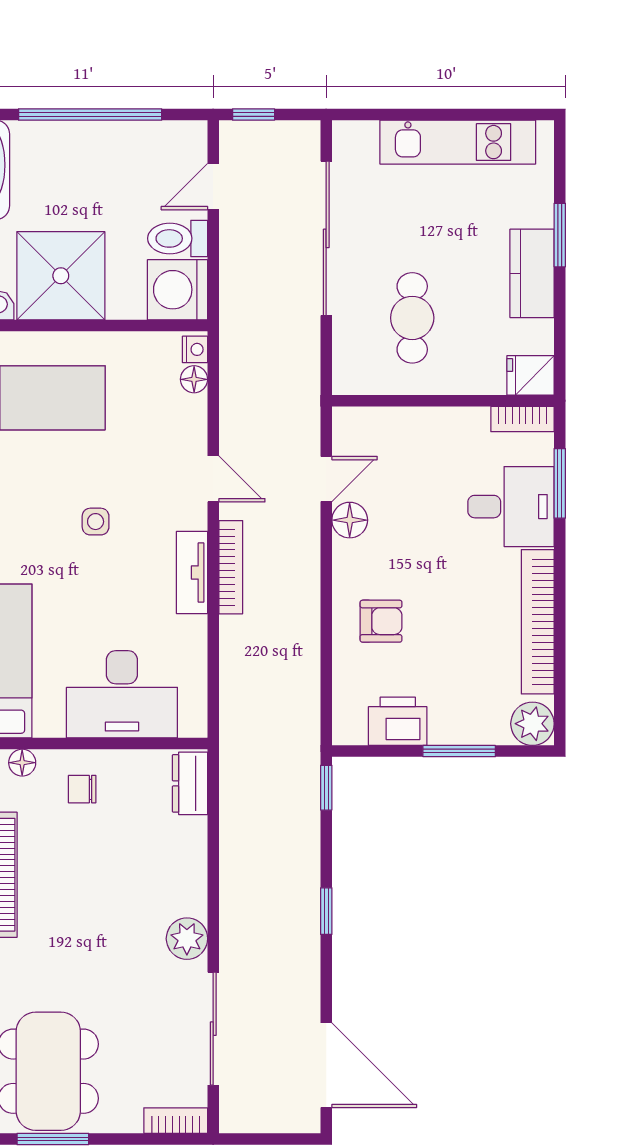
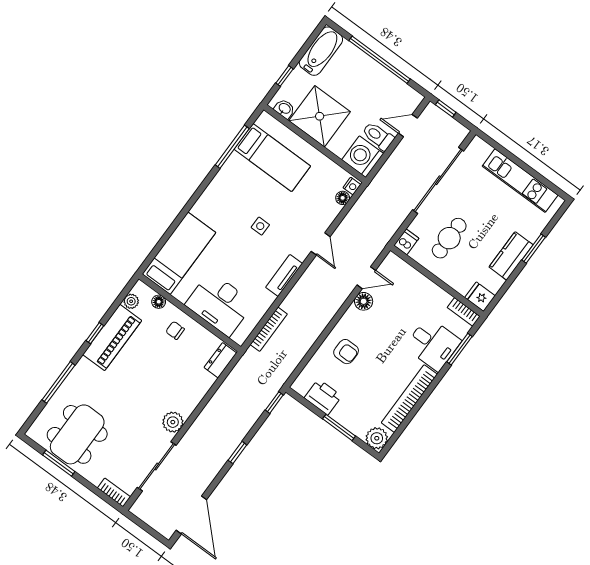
dishwasher: (348, 374) -> (406, 242), added
bookcase: (231, 567) -> (269, 329), moved

